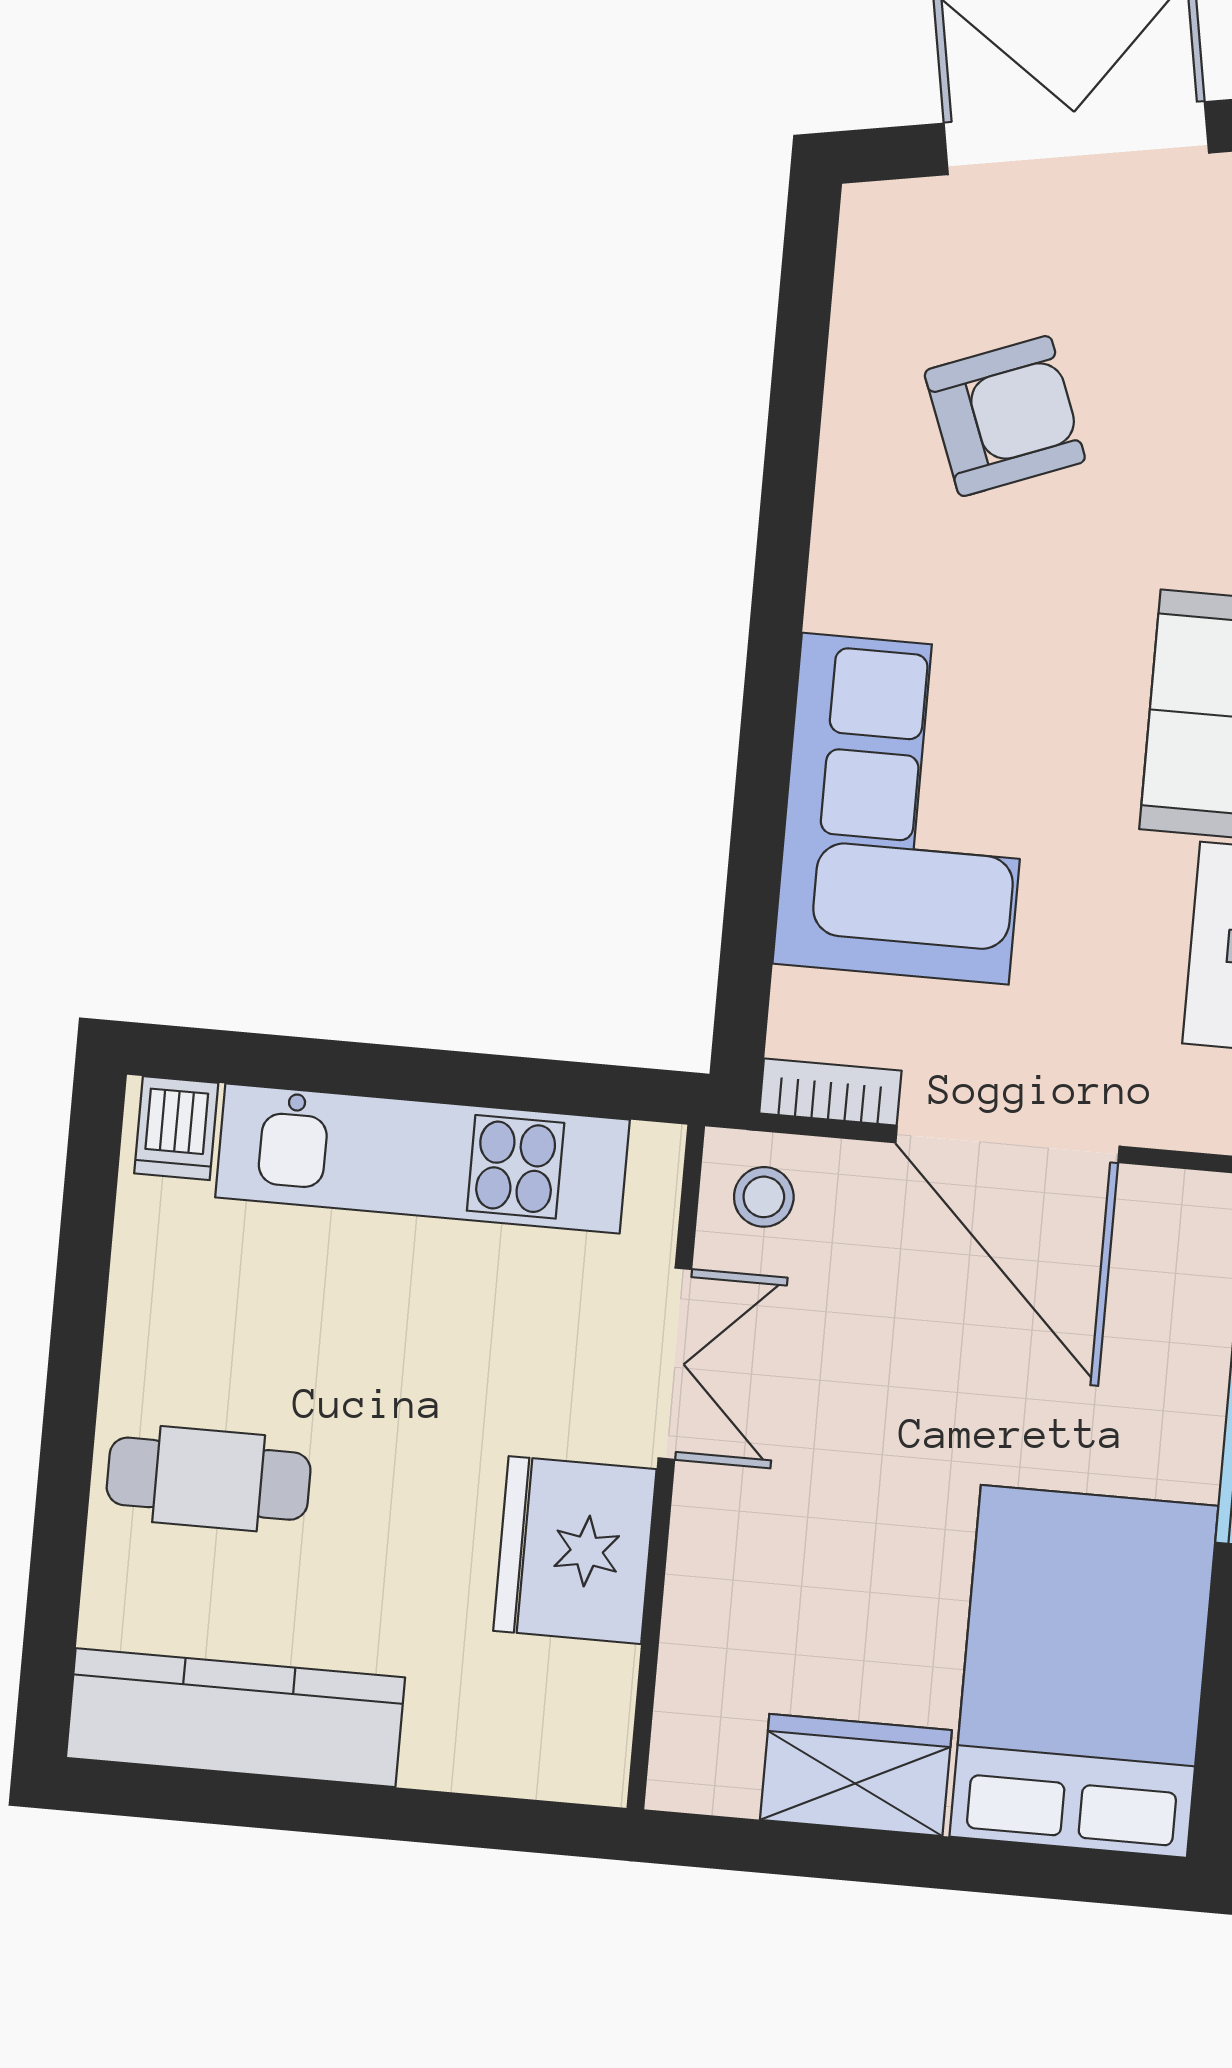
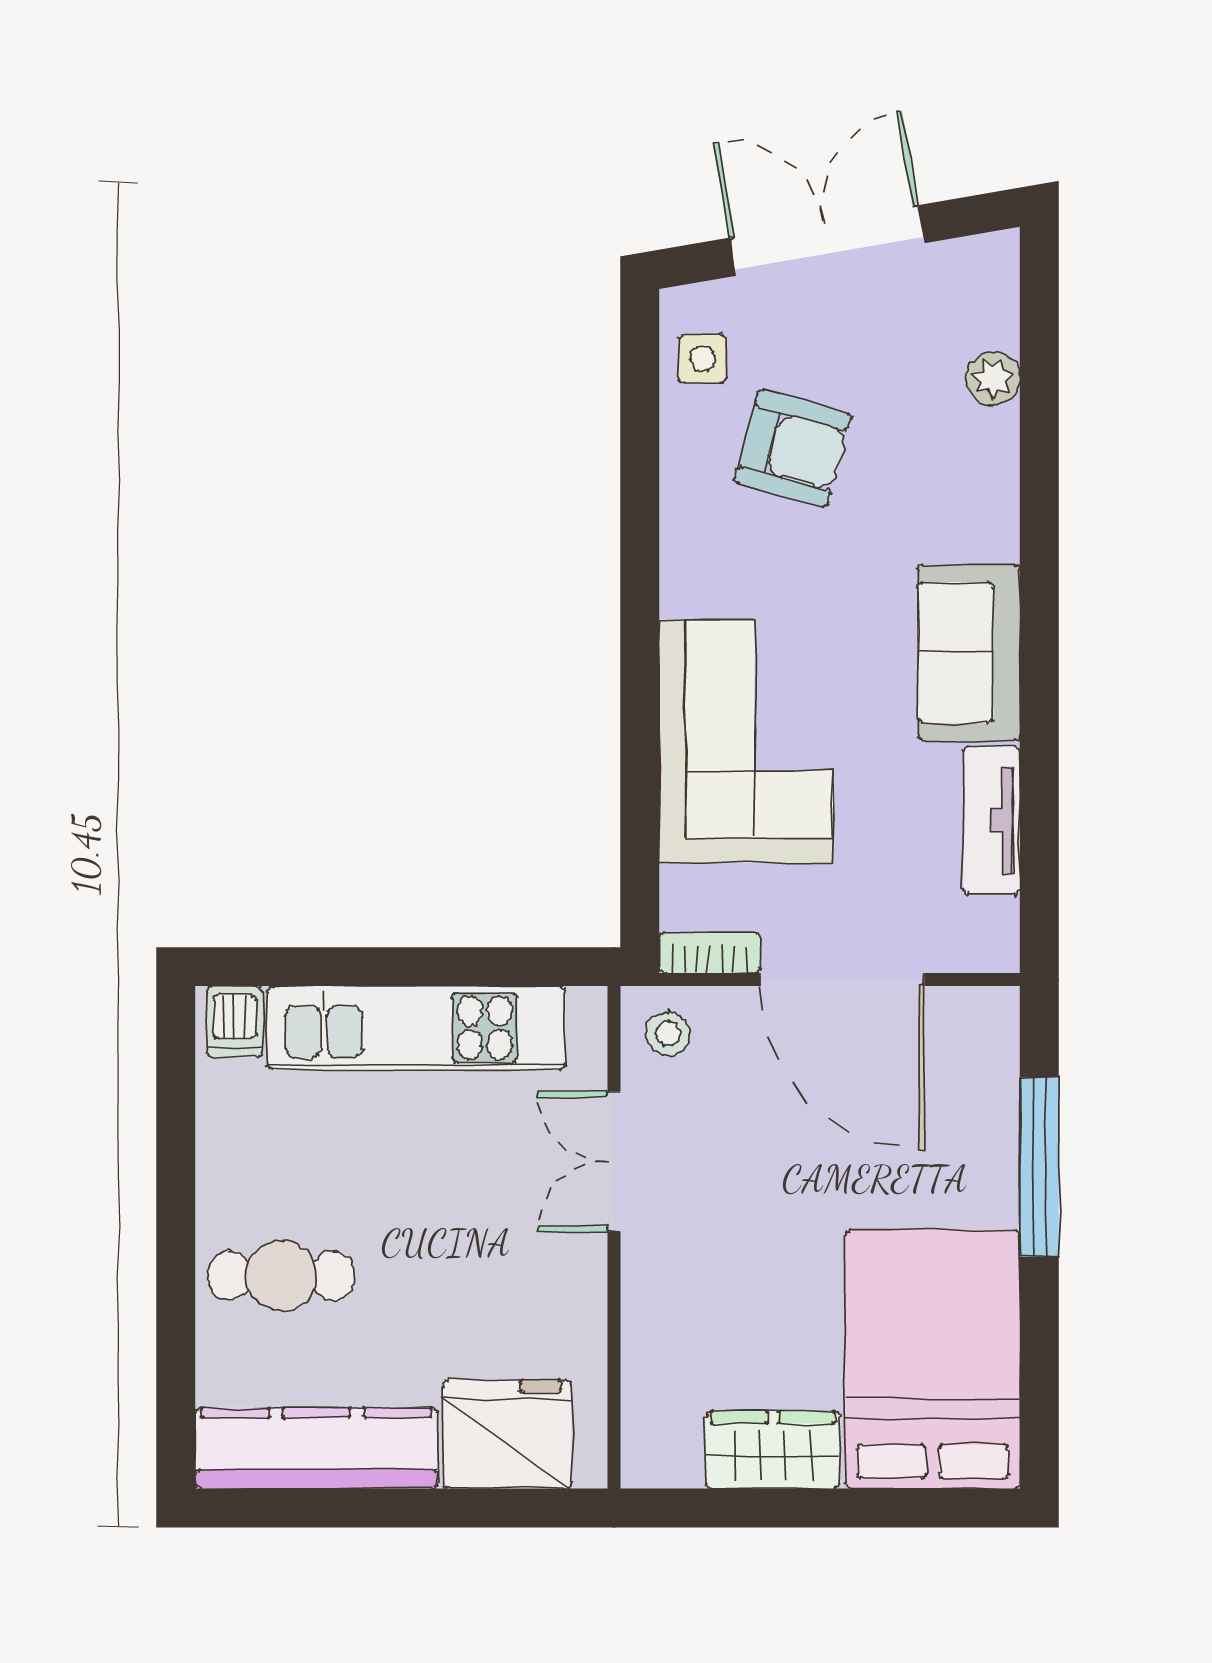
side table: (892, 284) -> (702, 359), added
armchair: (1005, 416) -> (793, 448), turned 36
double door: (675, 1364) -> (614, 1161), swing flipped
fridge: (575, 1550) -> (507, 1434), moved, turned 90

